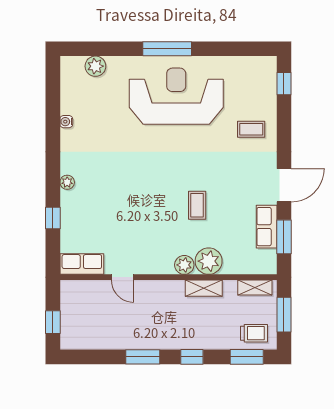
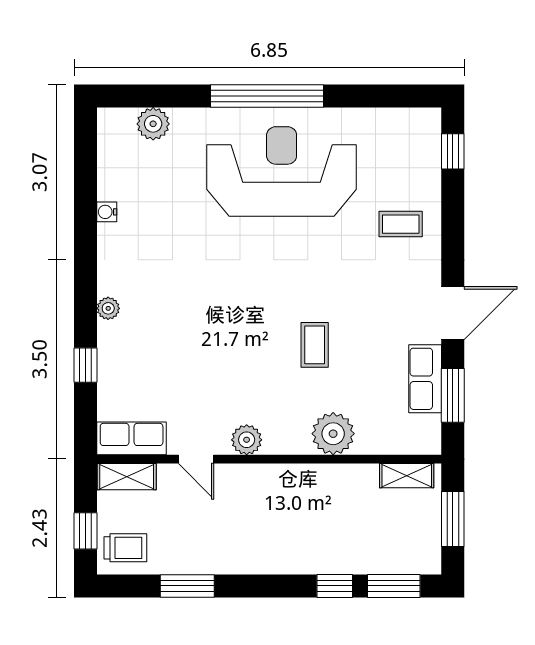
window: (167, 49) -> (267, 96), width x1.46
plant: (184, 265) -> (247, 440), moved
shelving: (204, 288) -> (127, 477), moved
trolley: (254, 333) -> (125, 548), moved
window: (143, 357) -> (187, 586), moved
window: (192, 357) -> (335, 586), moved

